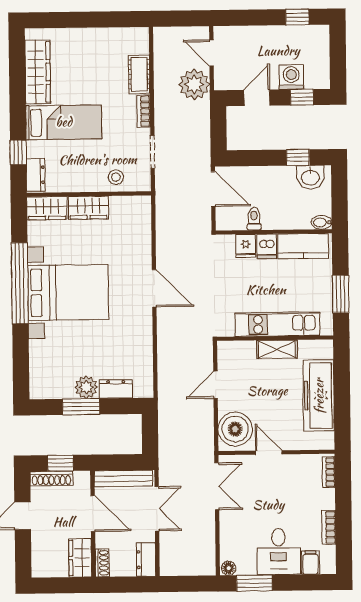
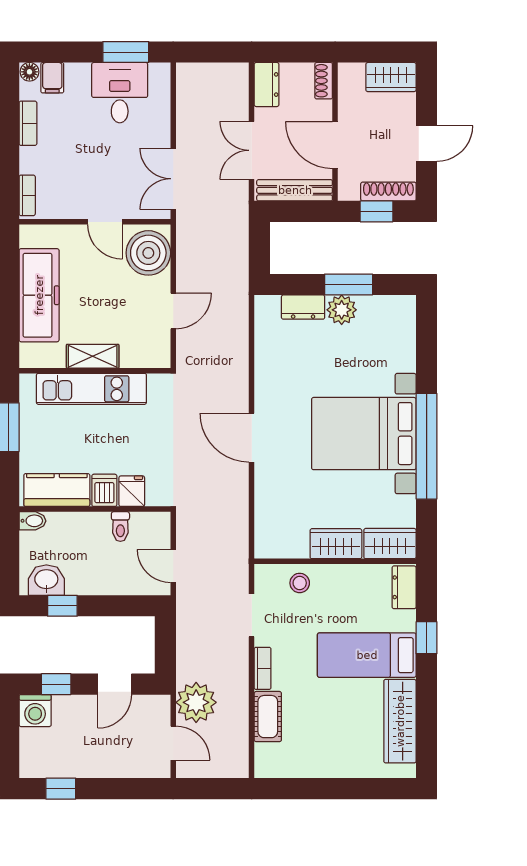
washing machine: (291, 77) -> (35, 711), moved
window: (18, 152) -> (427, 638), moved
door: (213, 189) -> (173, 566), width x0.73
desk: (279, 552) -> (120, 93), moved
wardrobe: (80, 558) -> (391, 77), moved, turned 90
floor lamp: (229, 568) -> (29, 72), moved

